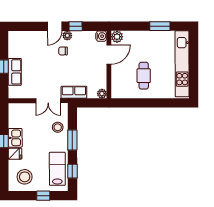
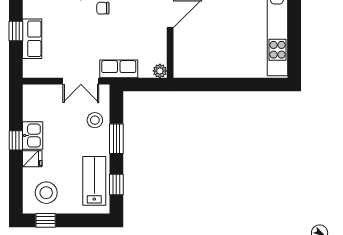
cafe table: (144, 76) -> (221, 45), removed
window: (43, 196) -> (46, 220), moved

